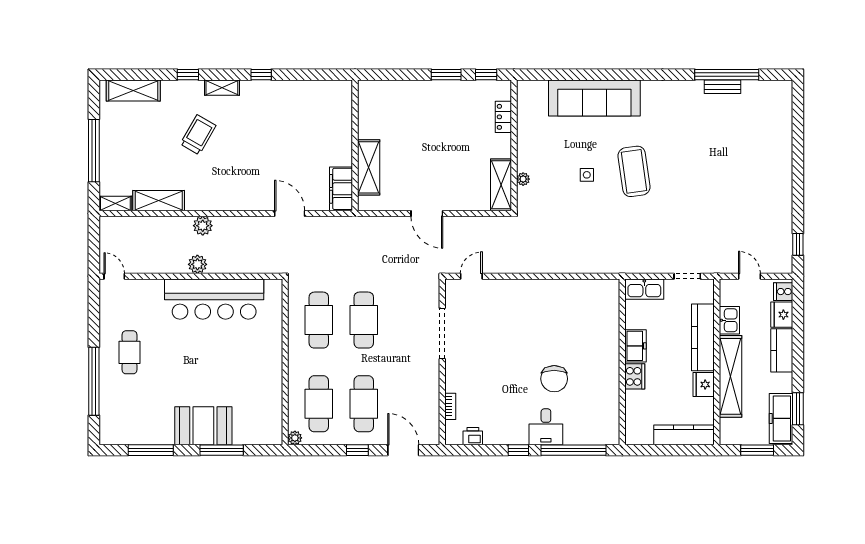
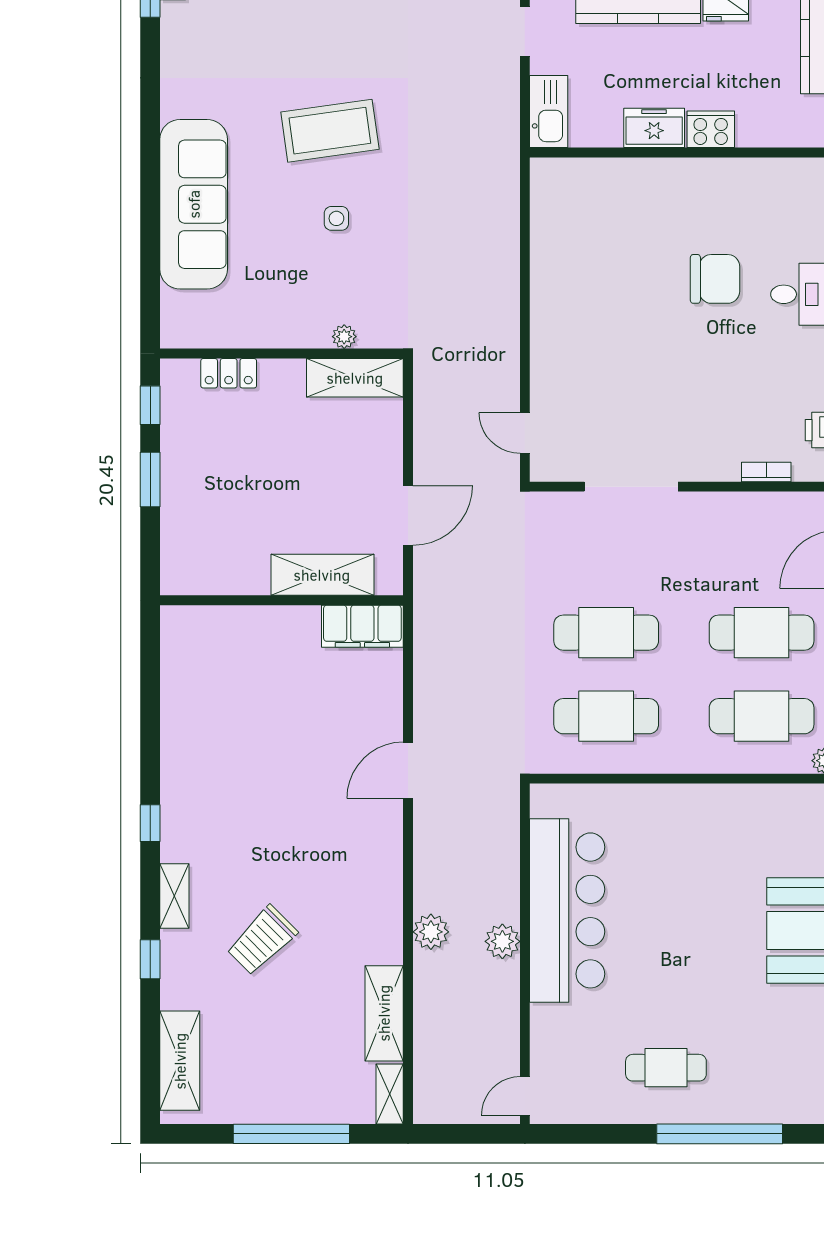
trolley: (198, 135) -> (262, 940), turned -75
wall: (355, 145) -> (282, 600), moved
shelving: (369, 167) -> (322, 575), moved
filing cabinet: (341, 189) -> (362, 626), moved

